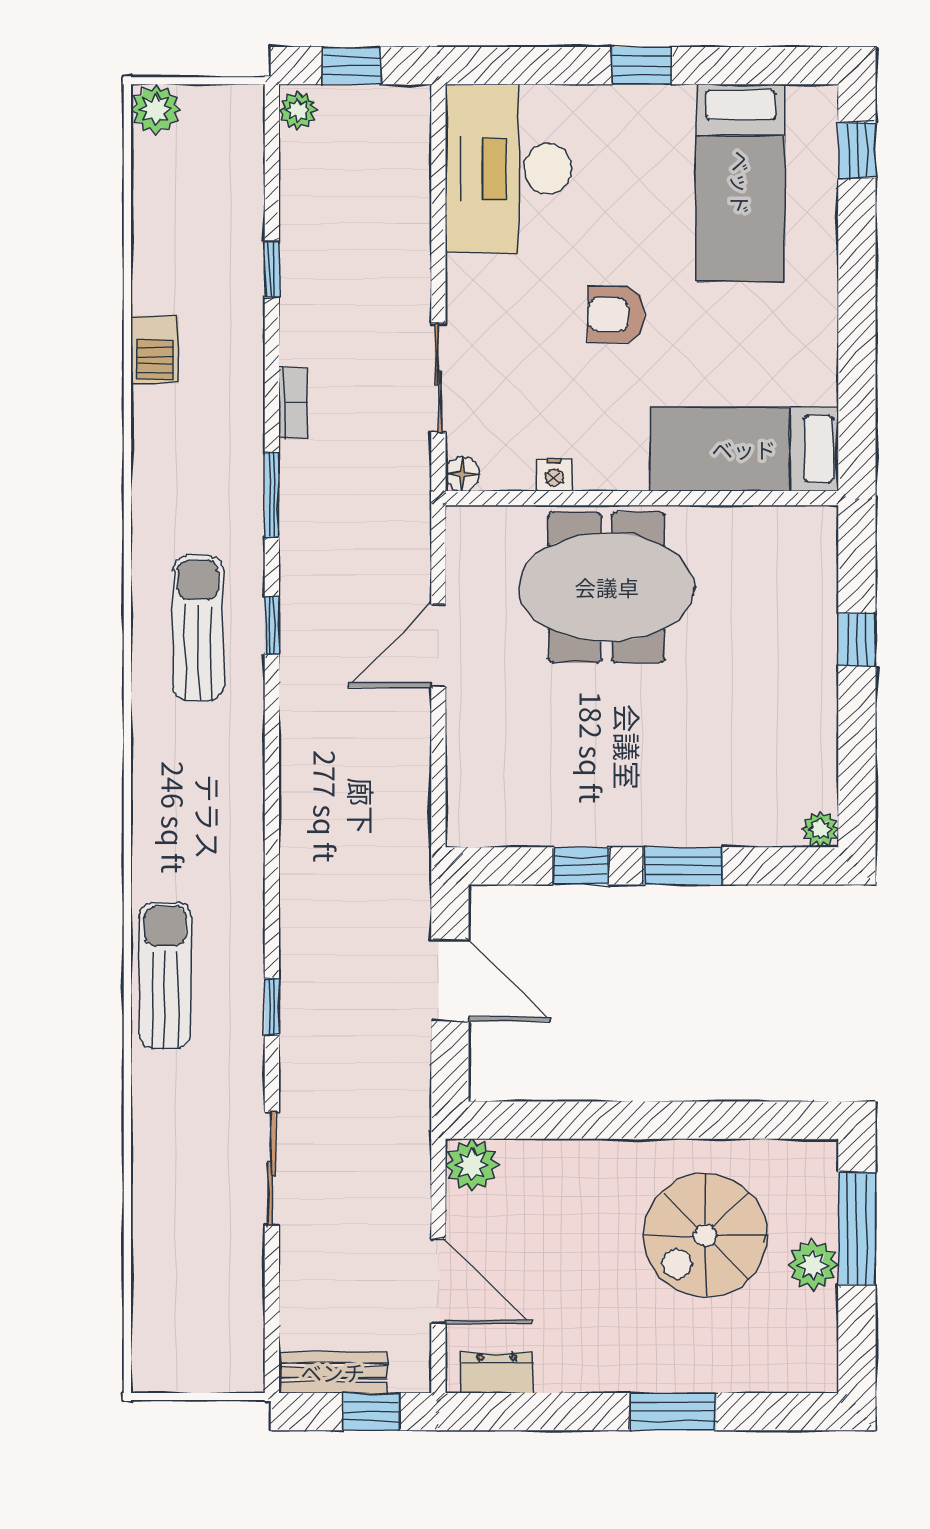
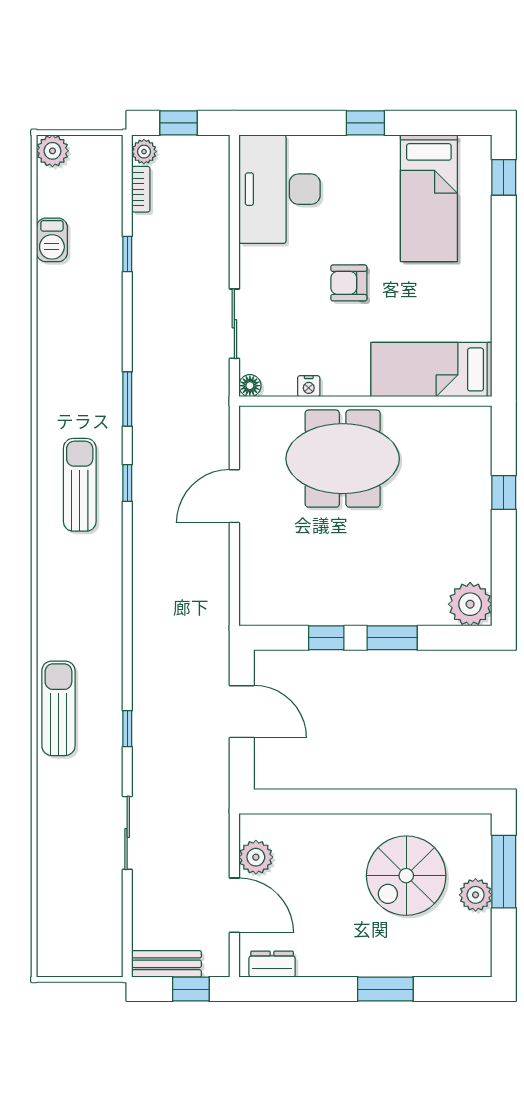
barbecue: (155, 350) -> (52, 240), moved
bookcase: (293, 403) -> (141, 189), moved
plant: (820, 829) -> (470, 604), width x1.88, depth x1.88
plant: (472, 1165) -> (256, 857), moved

